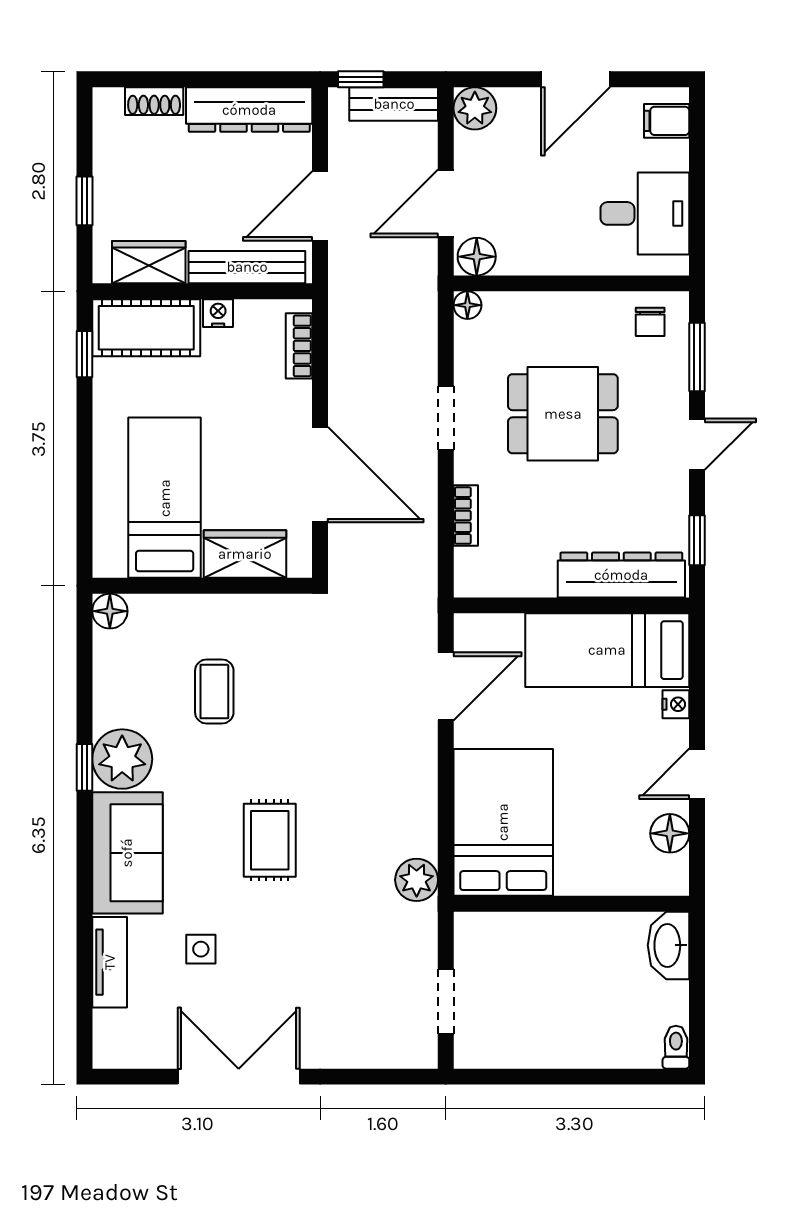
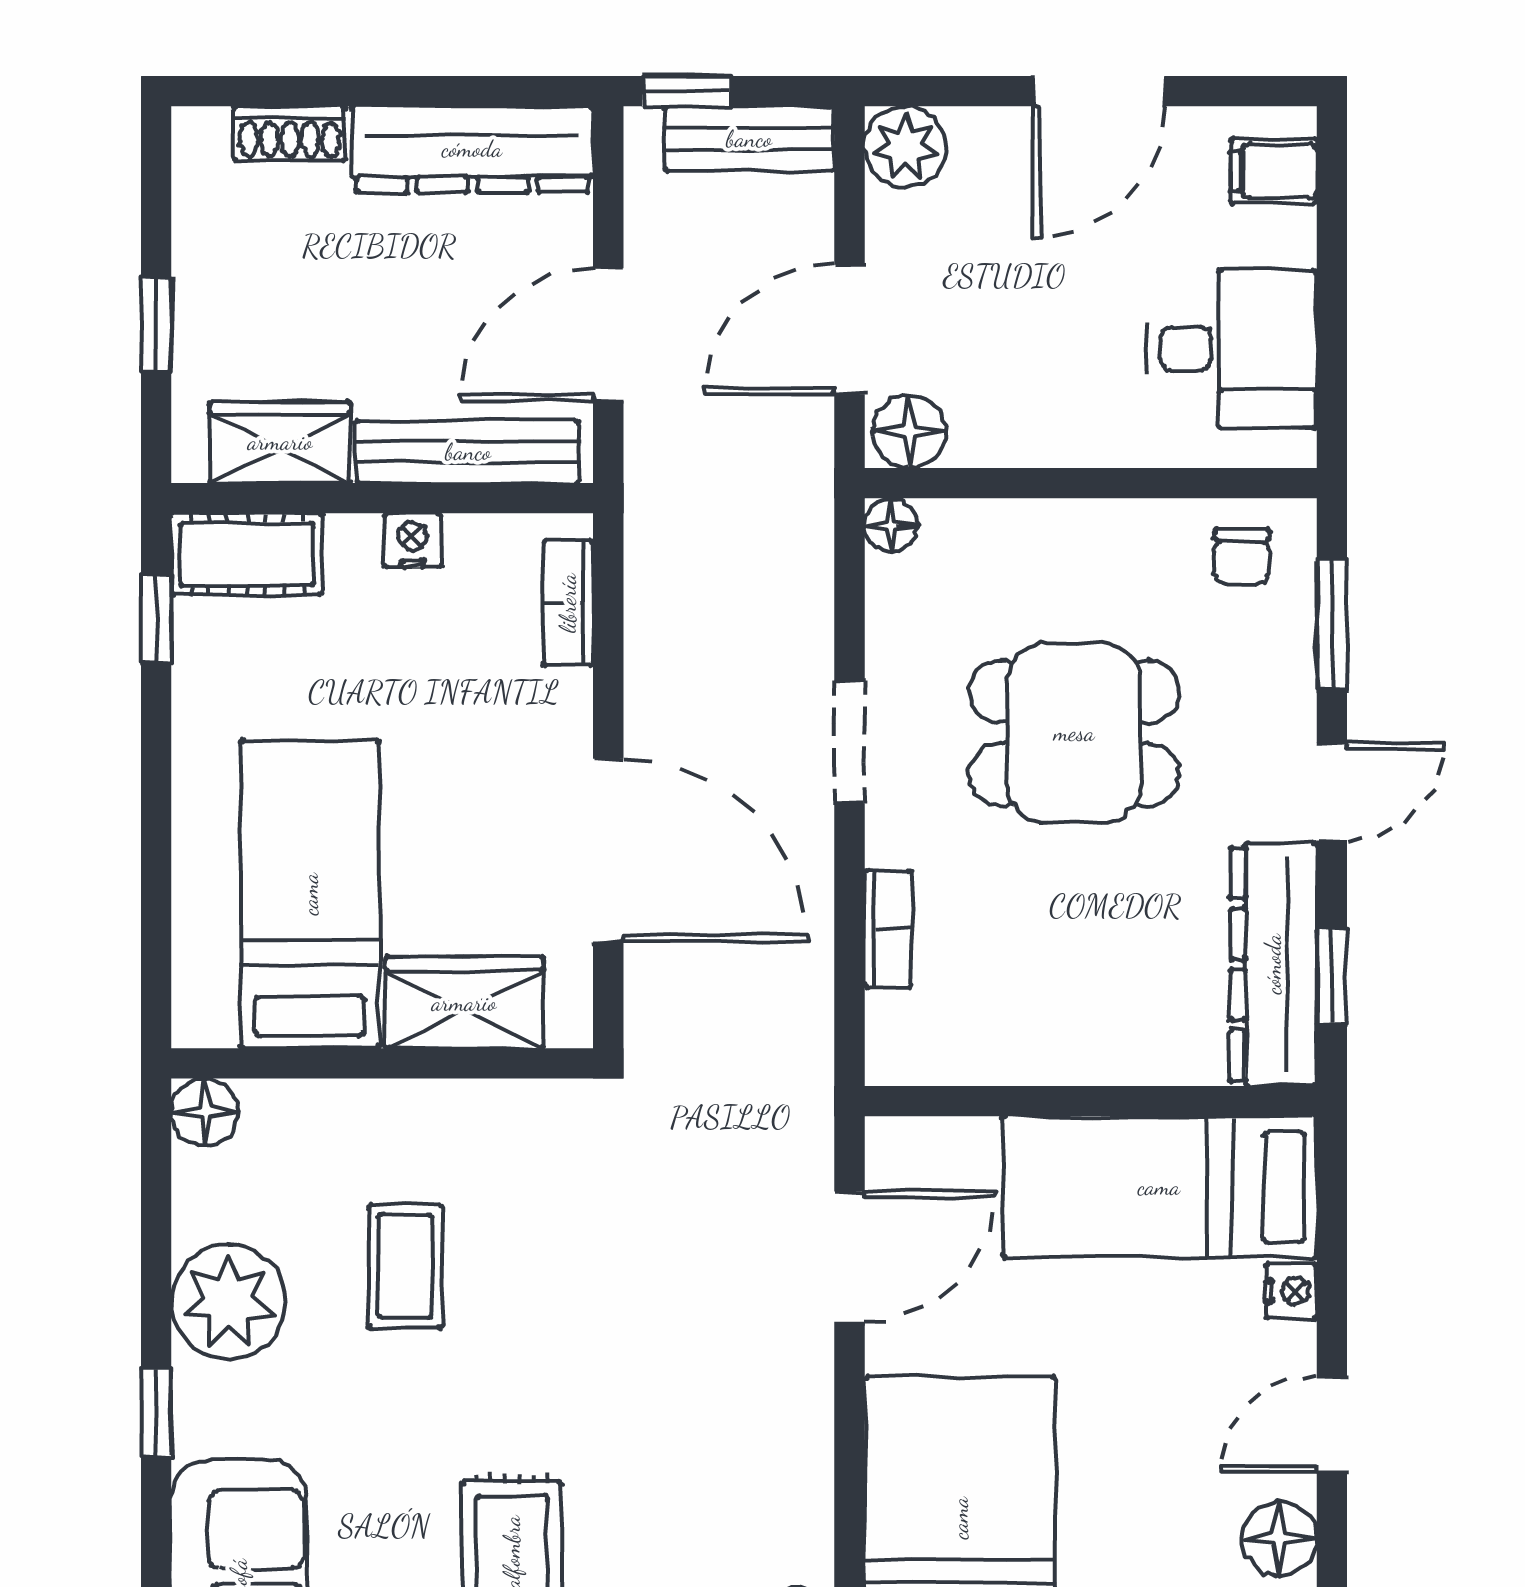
cot: (146, 328) -> (247, 554), width x0.73, depth x0.75
dresser: (621, 575) -> (1273, 964), moved, turned -90
plant: (122, 759) -> (229, 1302), moved

